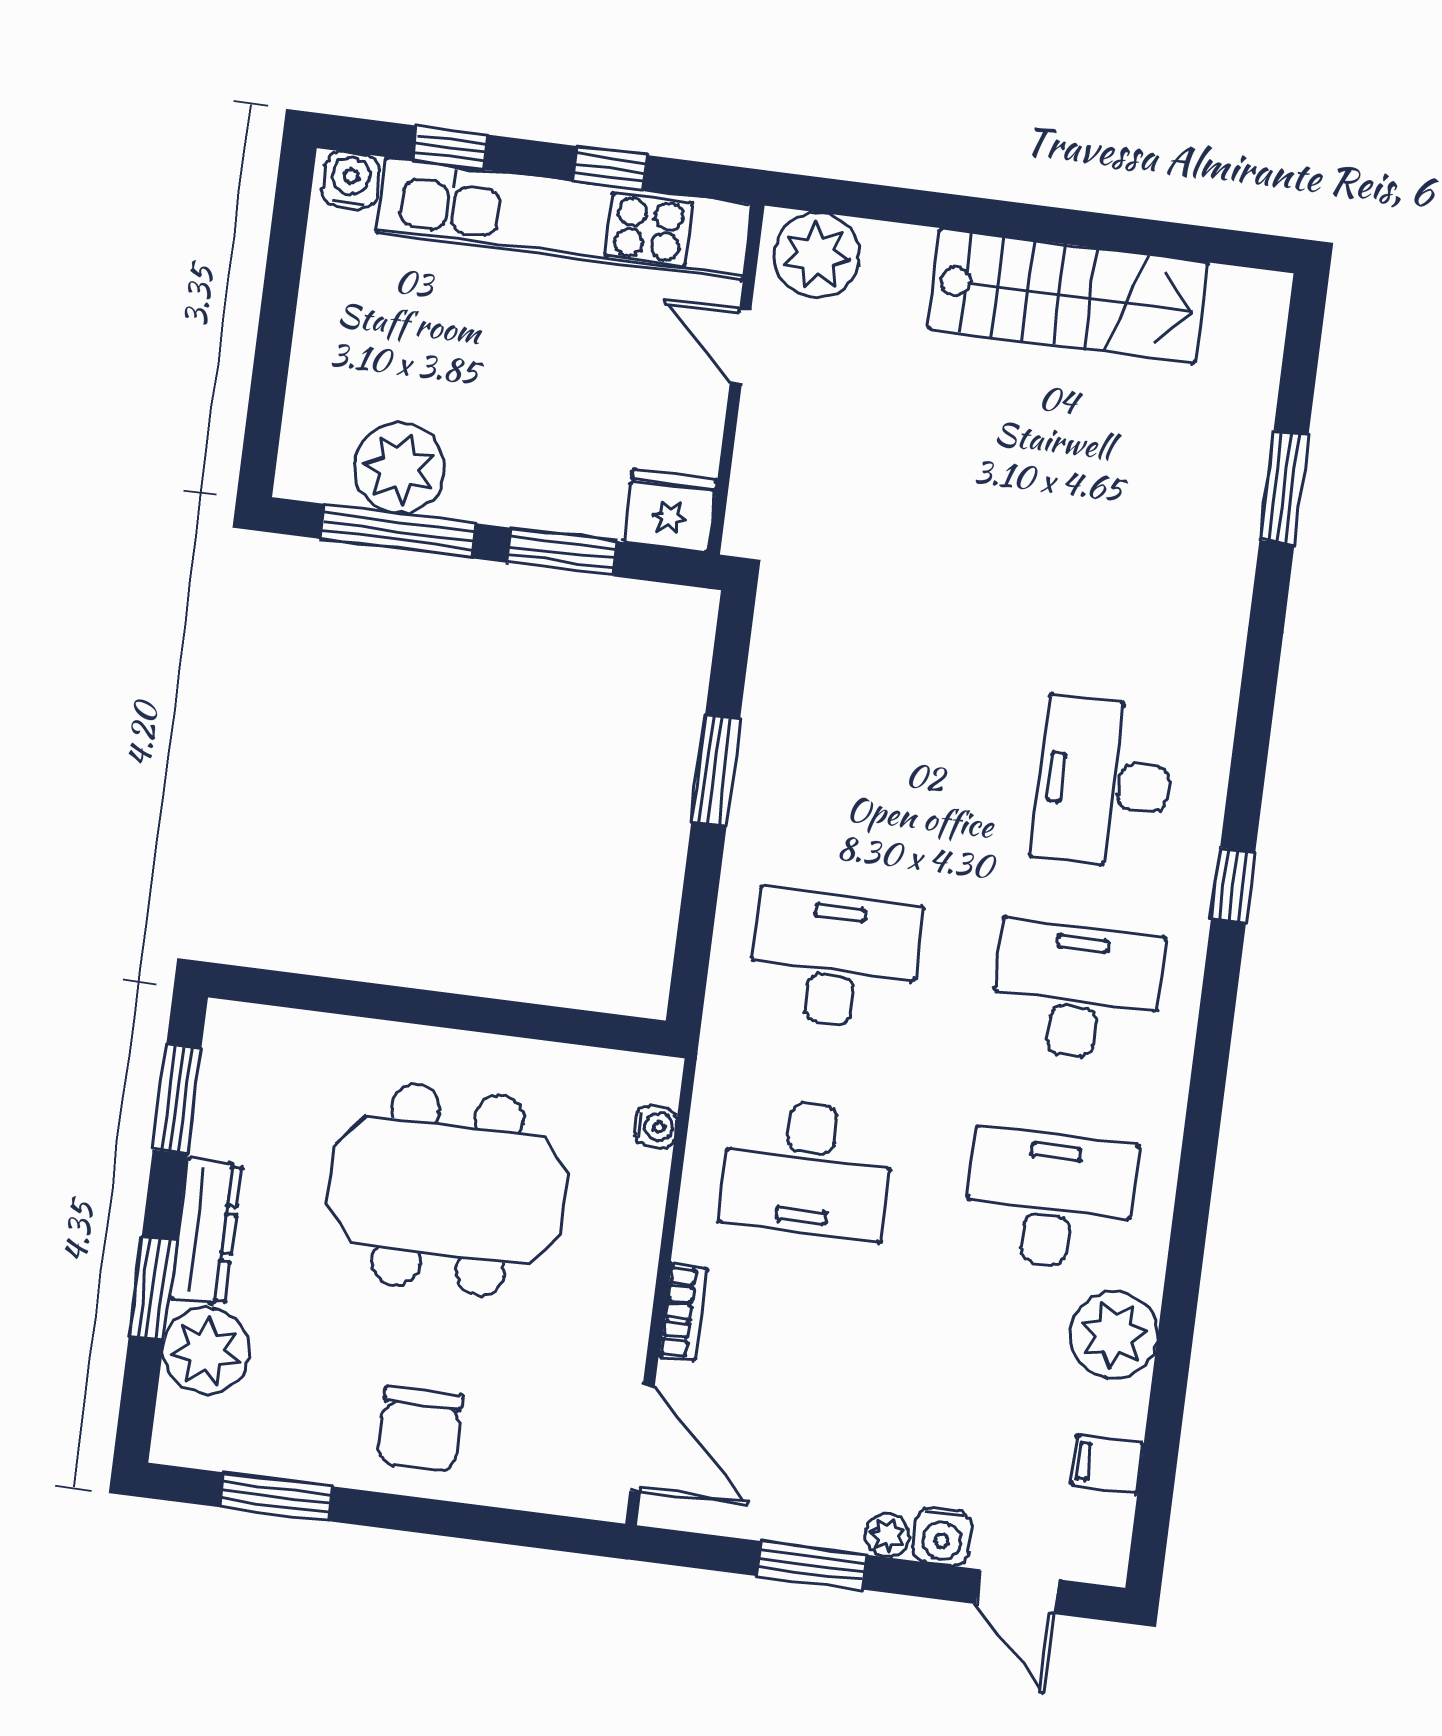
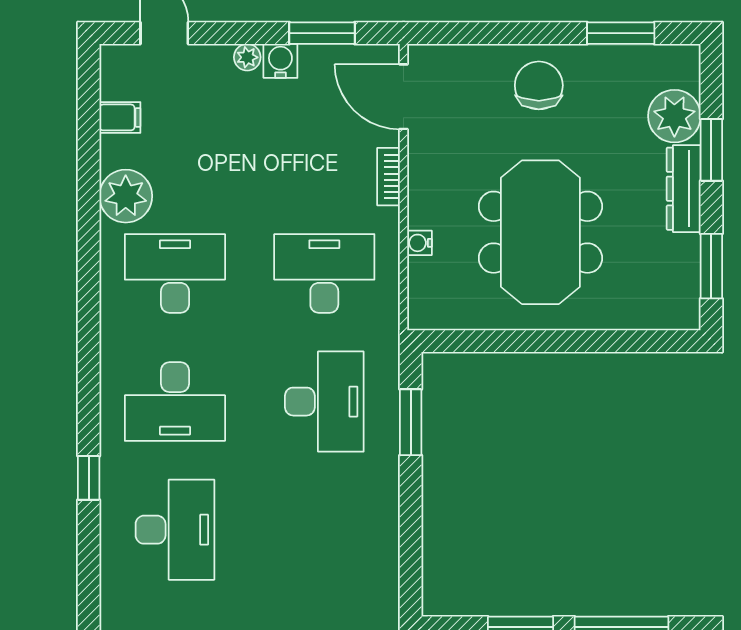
window: (716, 771) -> (411, 422), moved
desk: (834, 960) -> (324, 402), turned -90
water cooler: (656, 1127) -> (419, 243), moved
meeting table: (448, 1190) -> (540, 232), turned 90
desk: (1050, 1199) -> (175, 273), turned 180
water cooler: (942, 1536) -> (280, 61), moved
window: (812, 1565) -> (322, 33), moved

